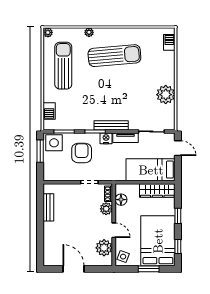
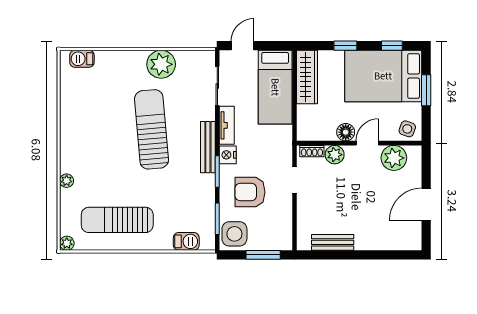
sun lounger: (114, 56) -> (152, 129), moved
window: (40, 151) -> (263, 255), moved
floor lamp: (121, 200) -> (346, 132), moved

